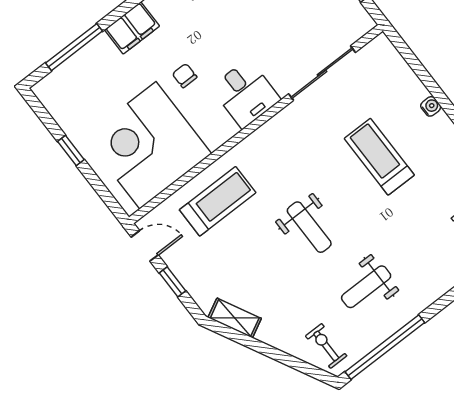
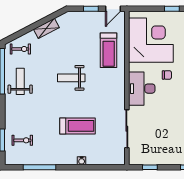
desk: (246, 94) -> (142, 89), width x1.37
weight bench: (366, 287) -> (20, 81), moved
shelving: (235, 318) -> (46, 28), moved

